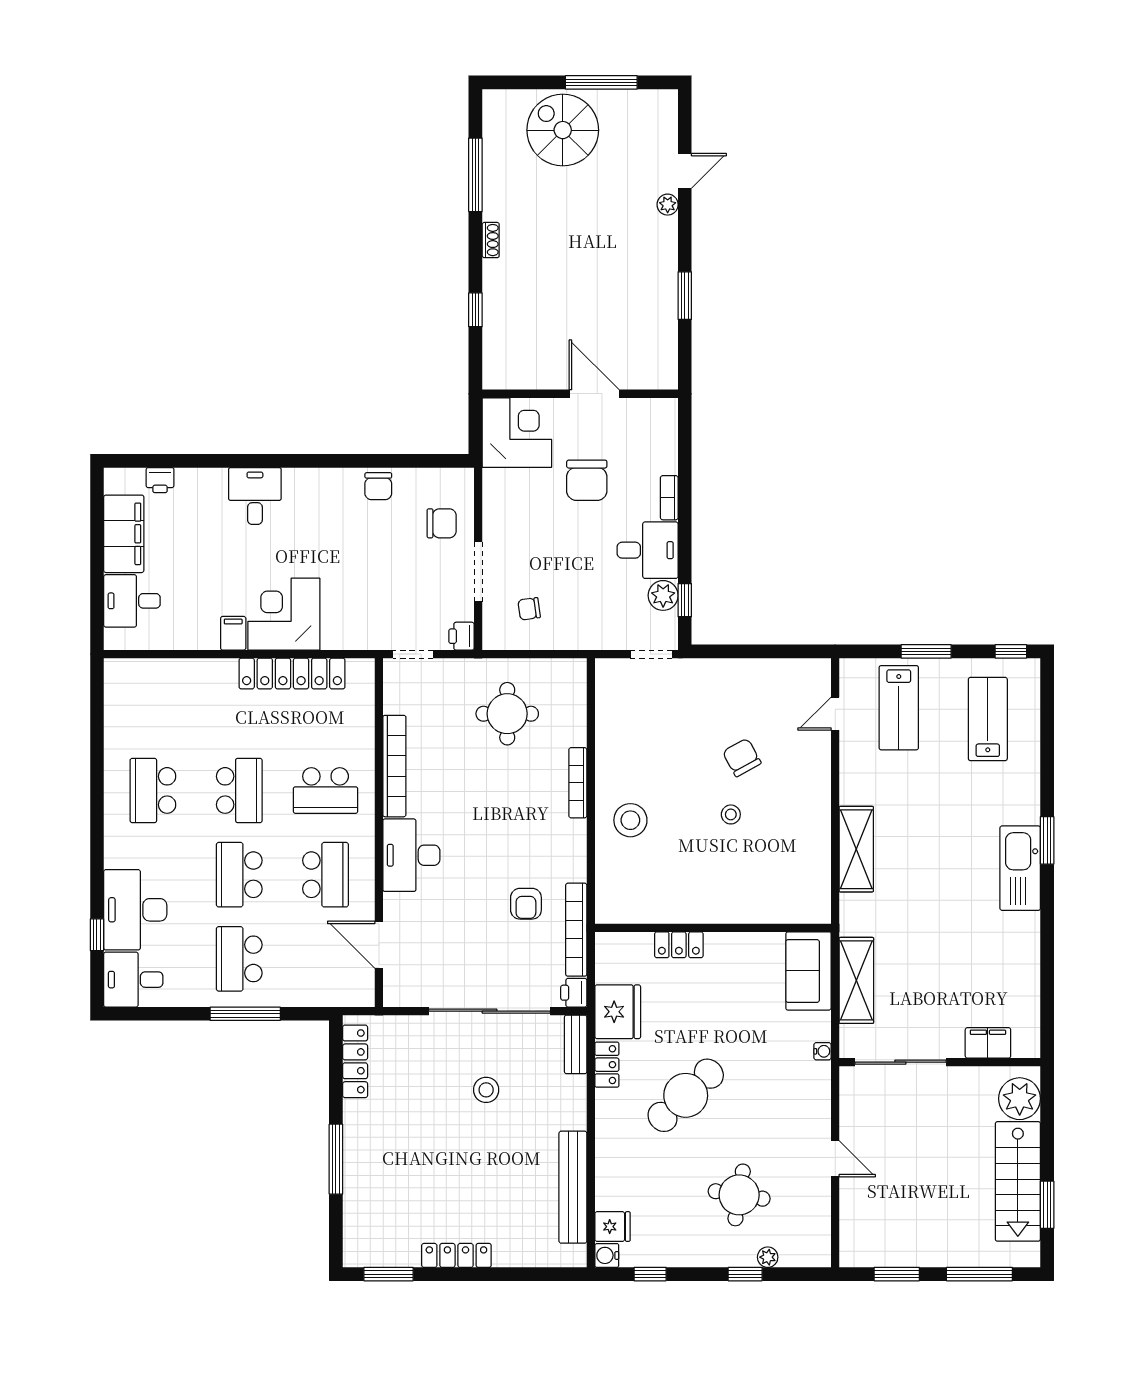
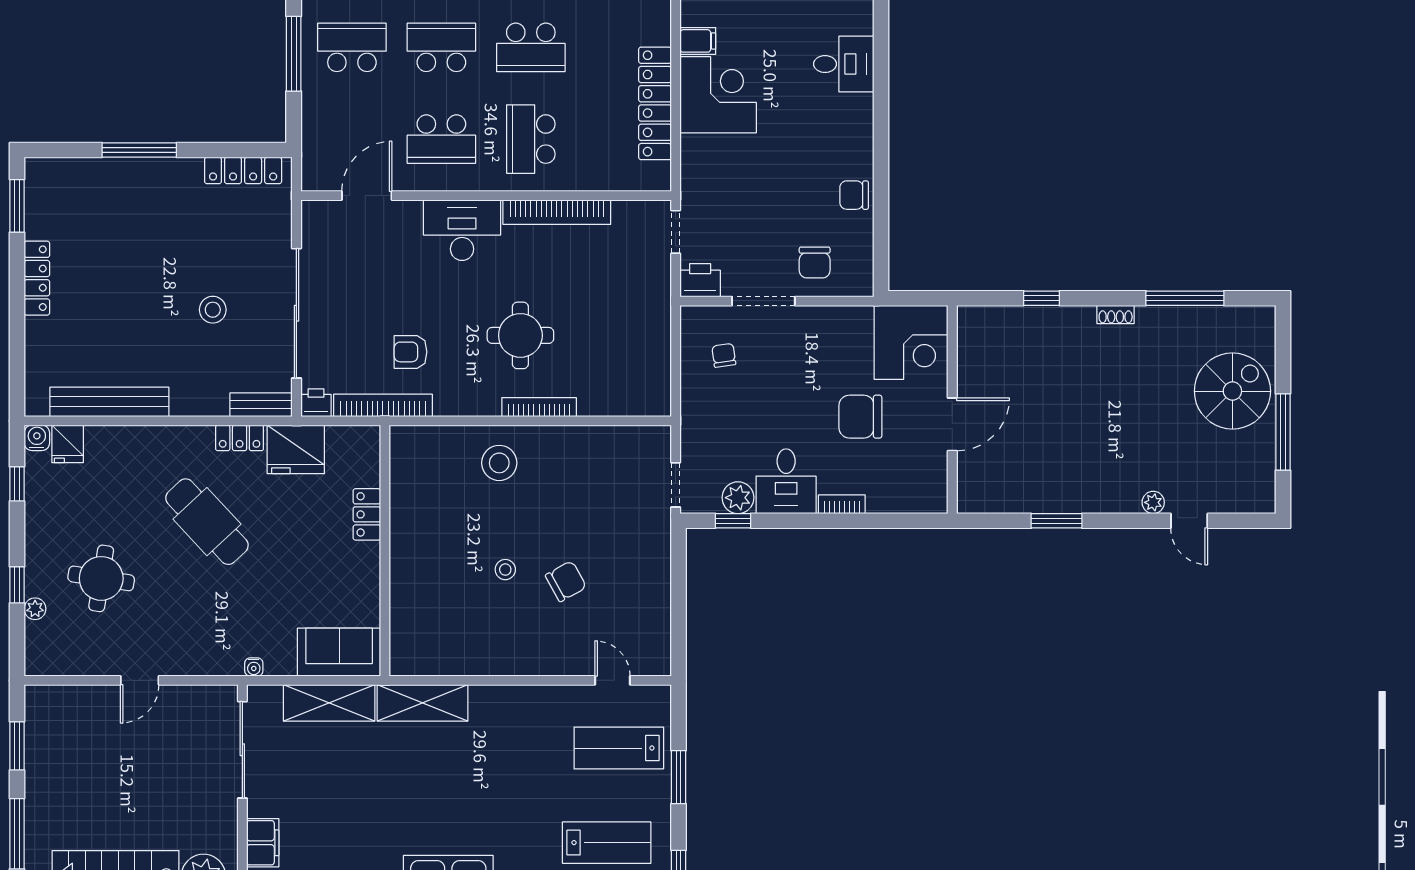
printer: (461, 636) -> (700, 280), width x1.36, depth x1.24
round table: (507, 714) -> (520, 335), moved
shelving: (856, 849) -> (423, 703), moved

